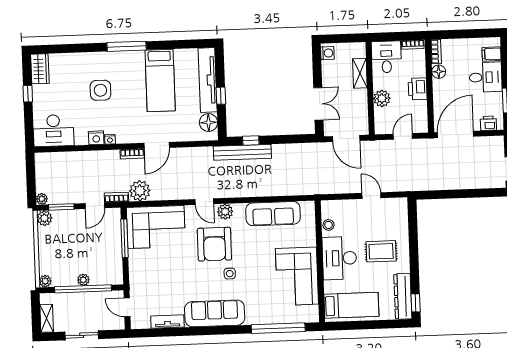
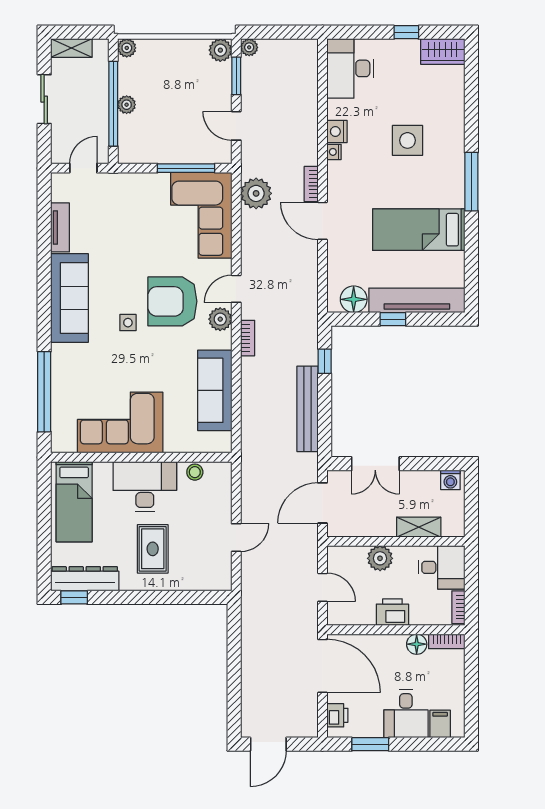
bench: (242, 152) -> (308, 409), moved
bookcase: (116, 197) -> (248, 338), moved

